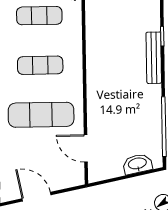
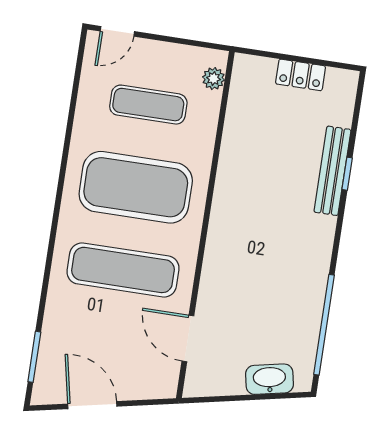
bench: (154, 58) -> (332, 171), moved
exercise mat: (40, 65) -> (136, 187), width x2.00, depth x1.45

